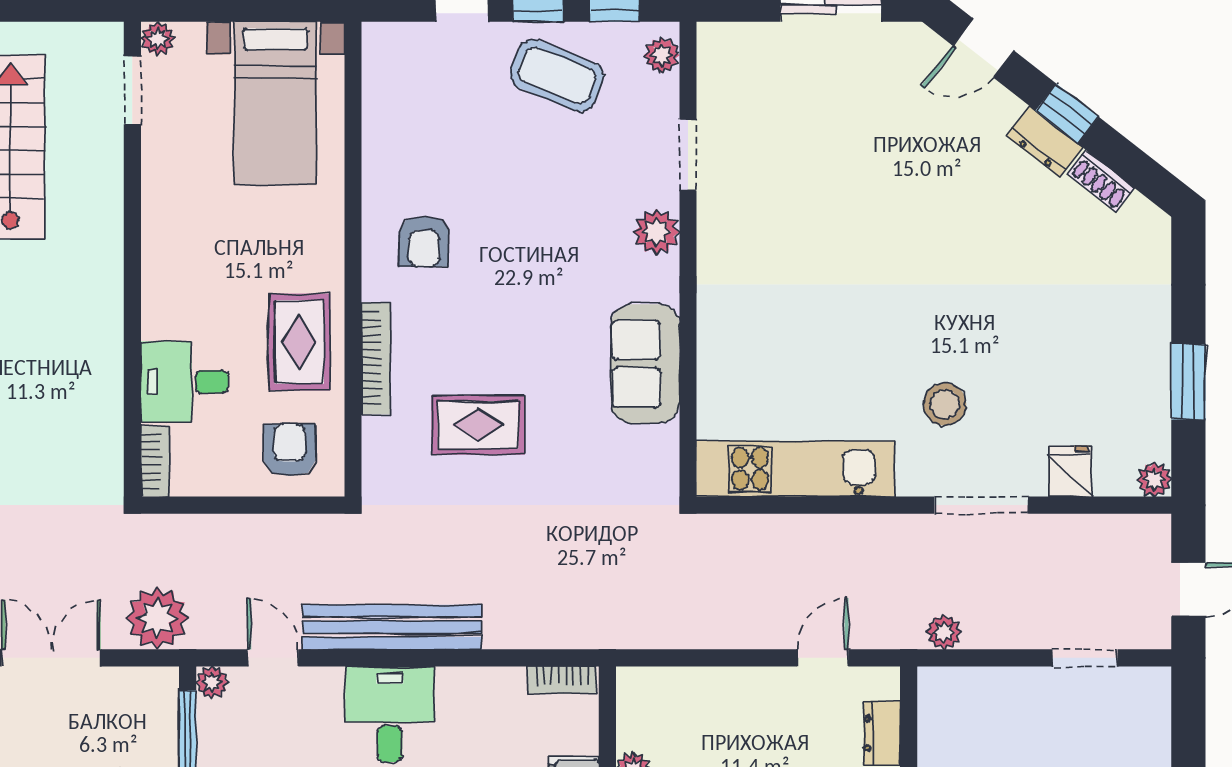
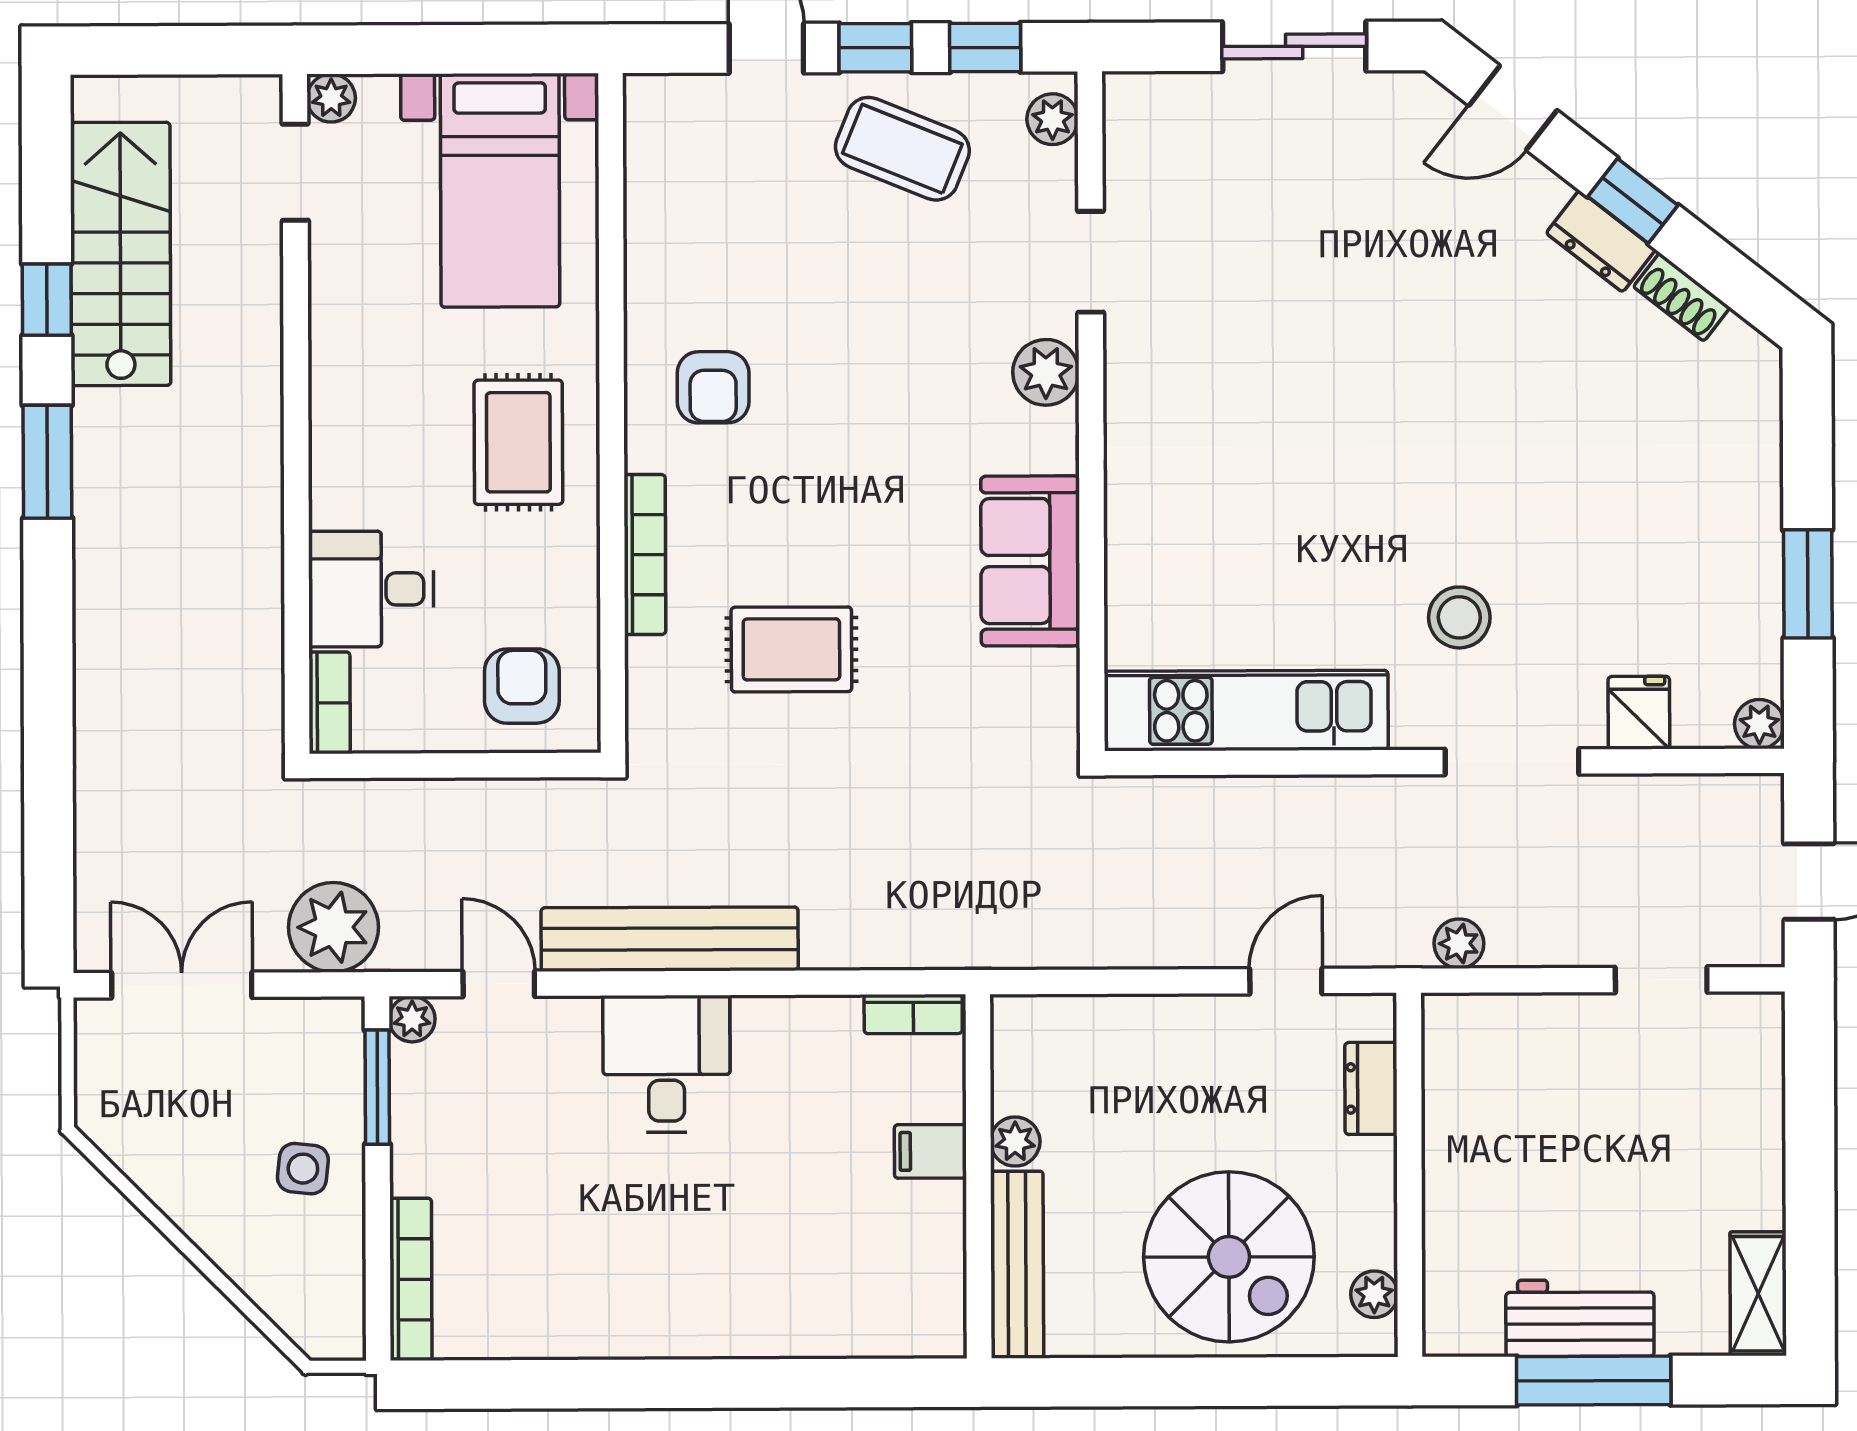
rug: (299, 342) -> (518, 442), moved

